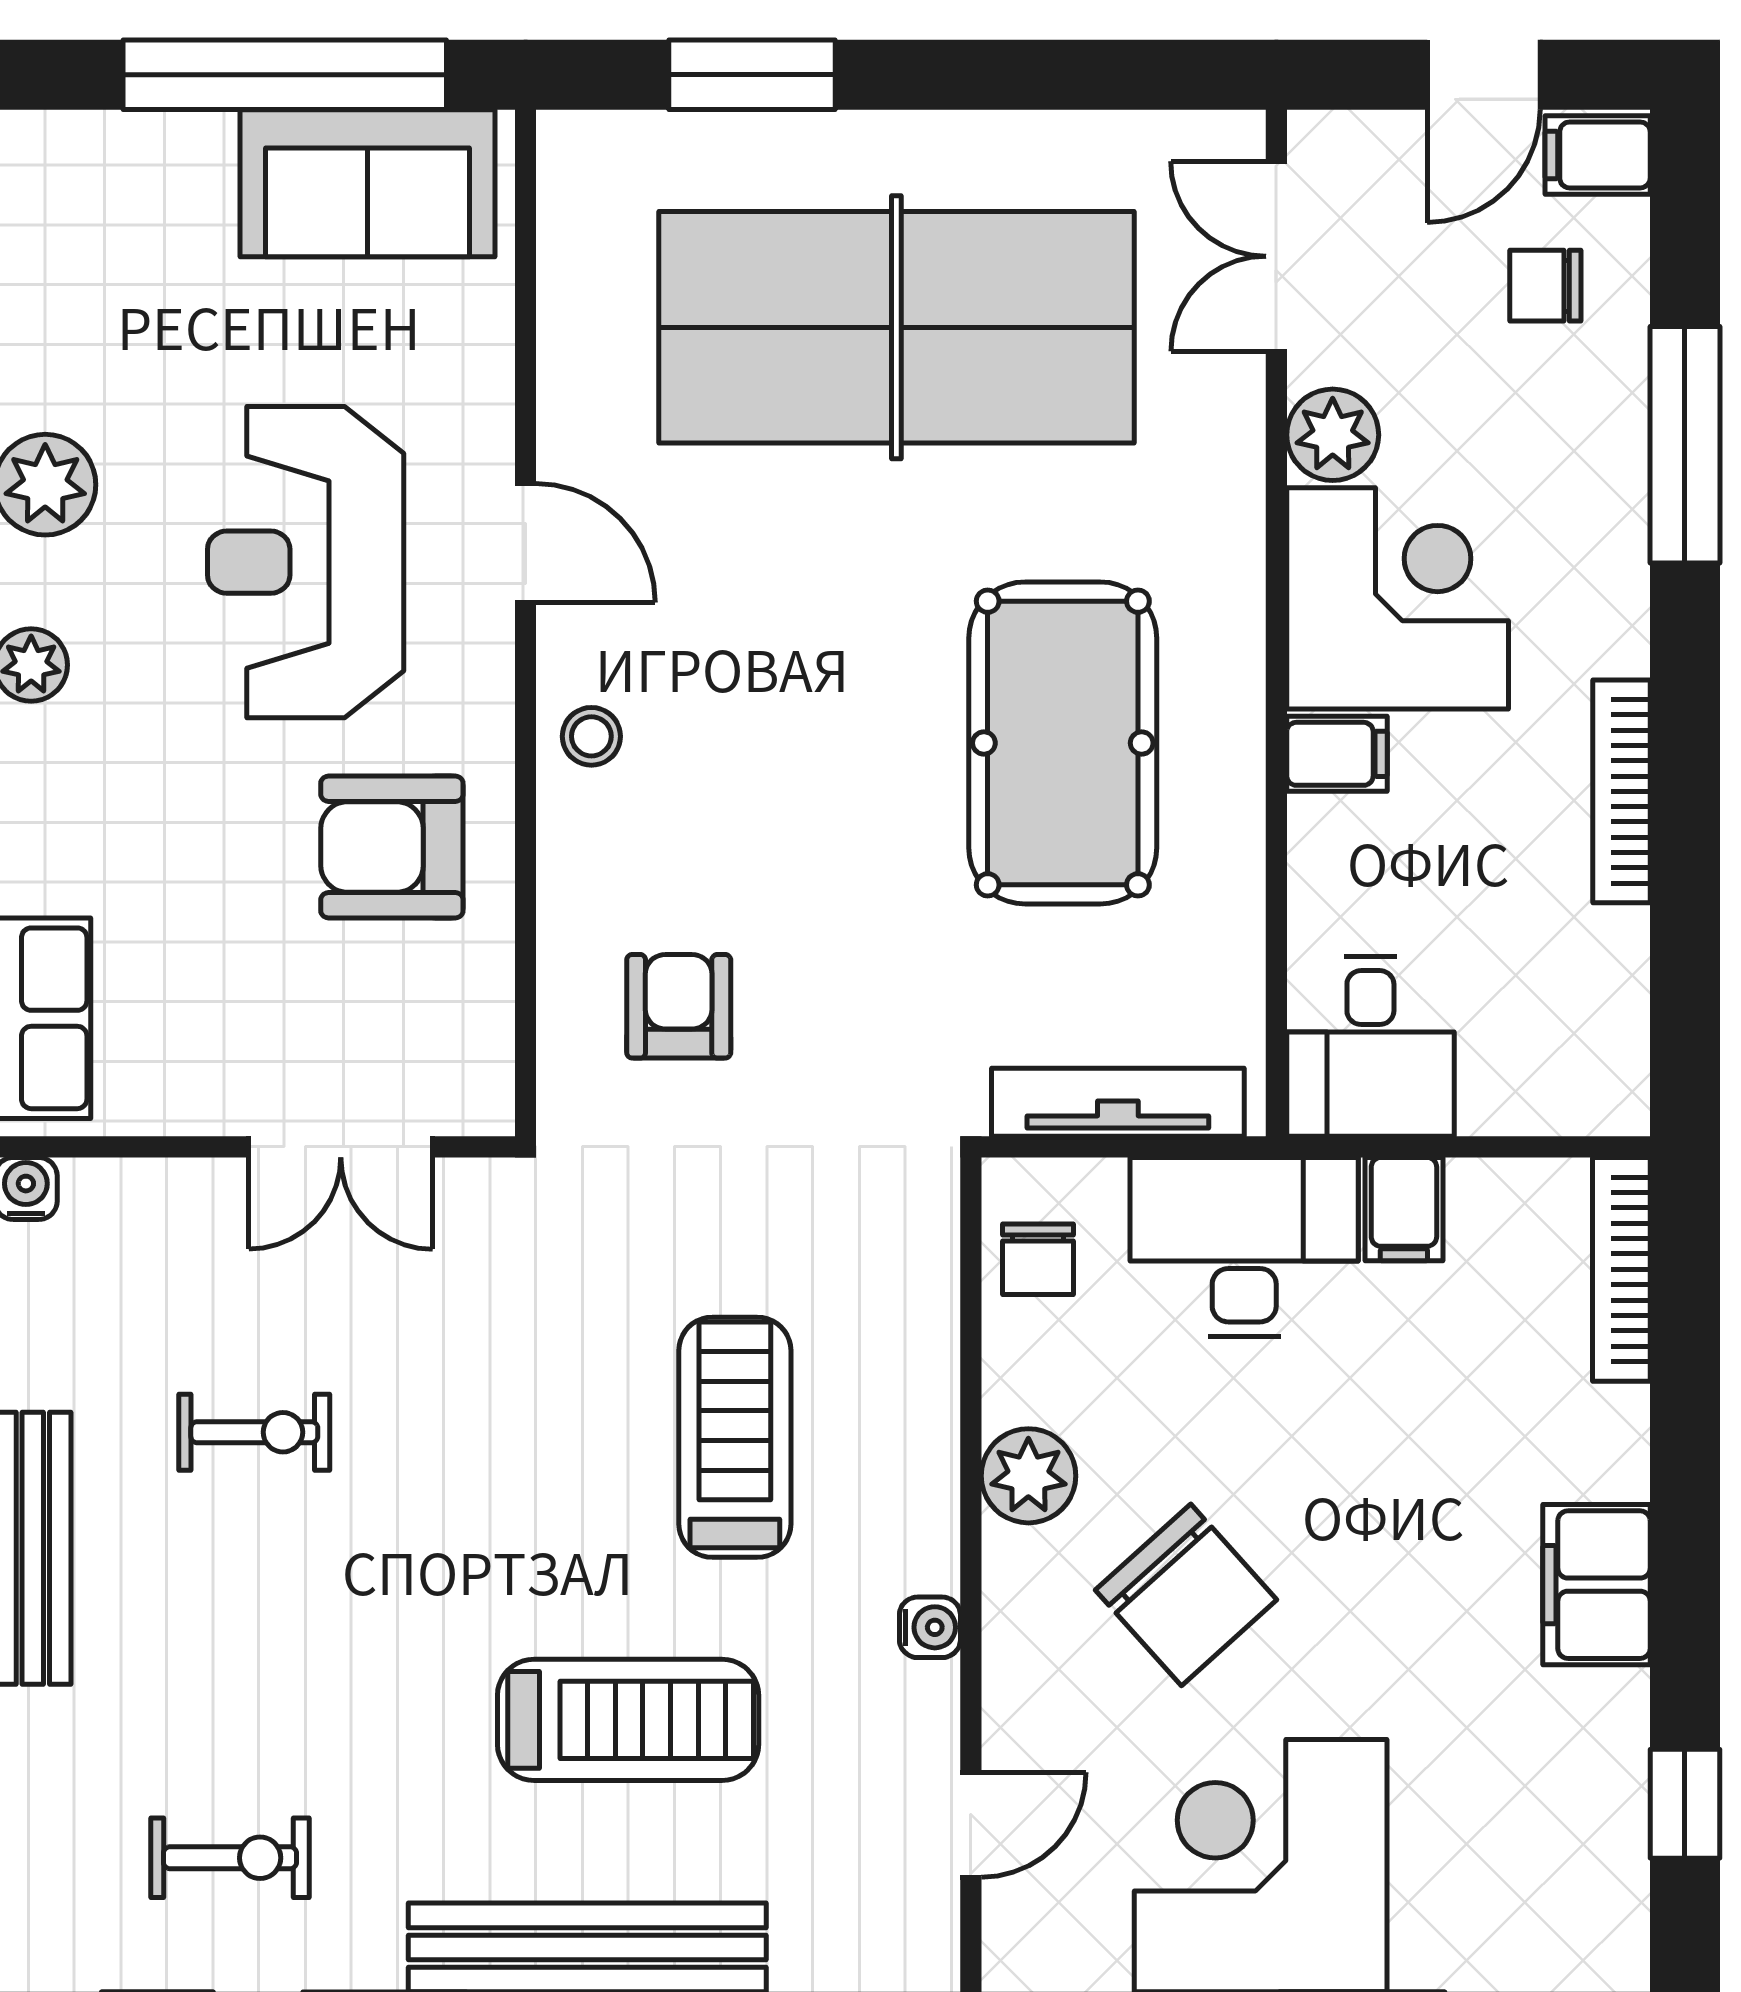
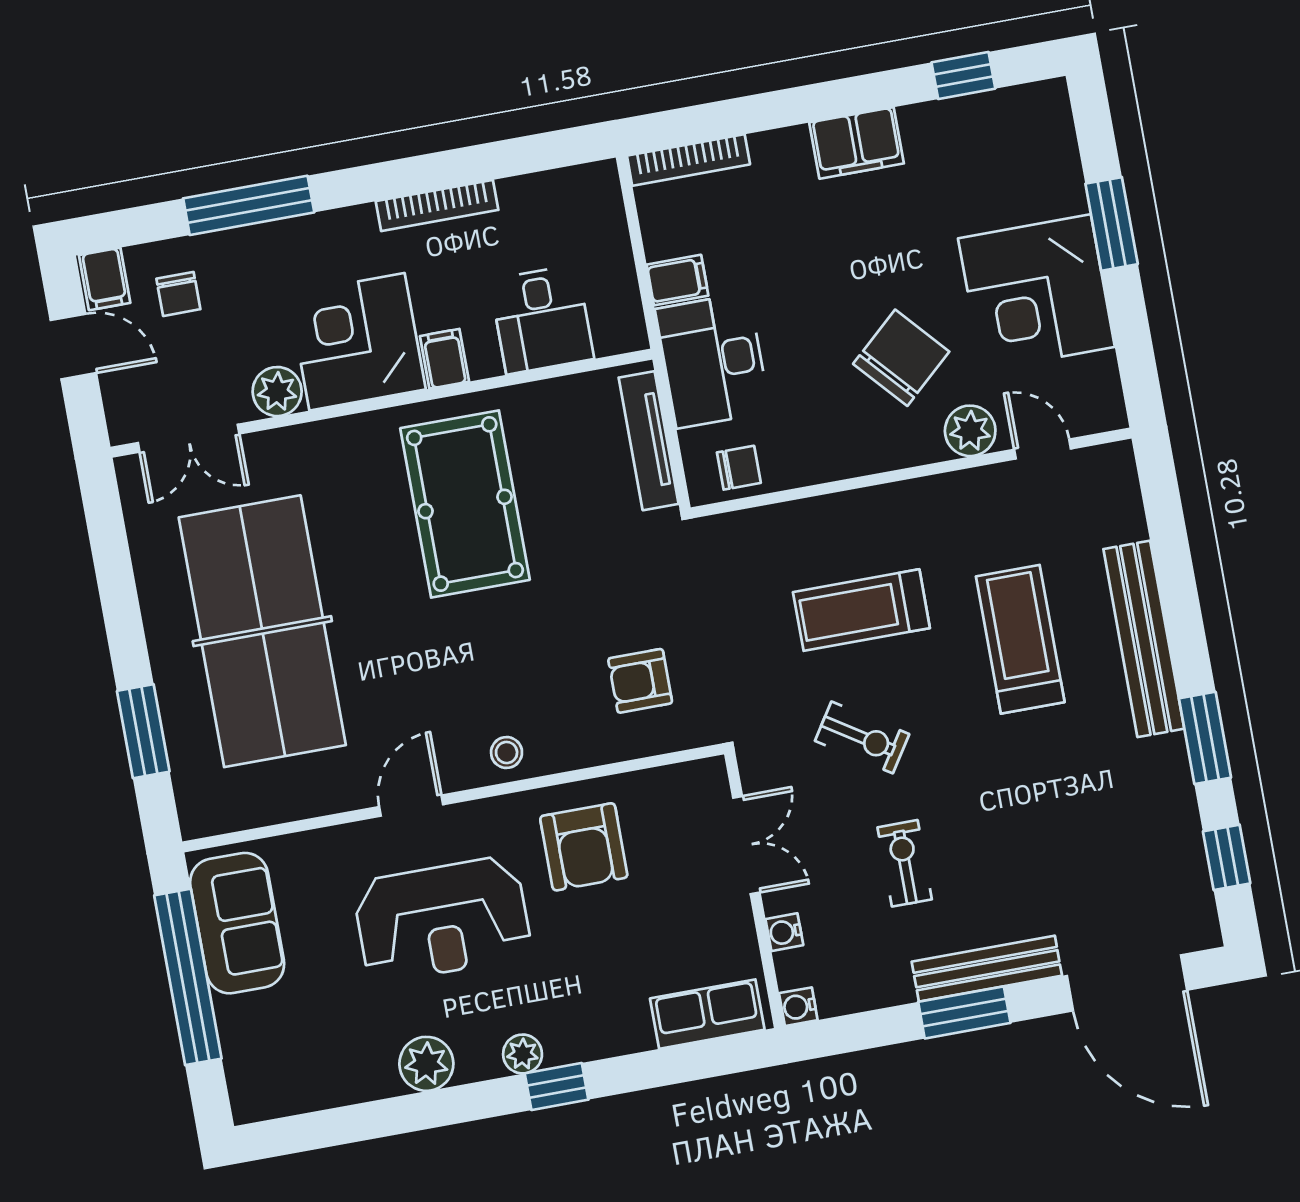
pool table: (1063, 743) -> (465, 504), turned 90
desk: (1370, 1046) -> (542, 319), moved, turned 90
plant: (1028, 1476) -> (970, 431), moved
water cooler: (930, 1627) -> (784, 932), moved, turned -90
exercise bike: (230, 1858) -> (862, 737), moved, turned 123

